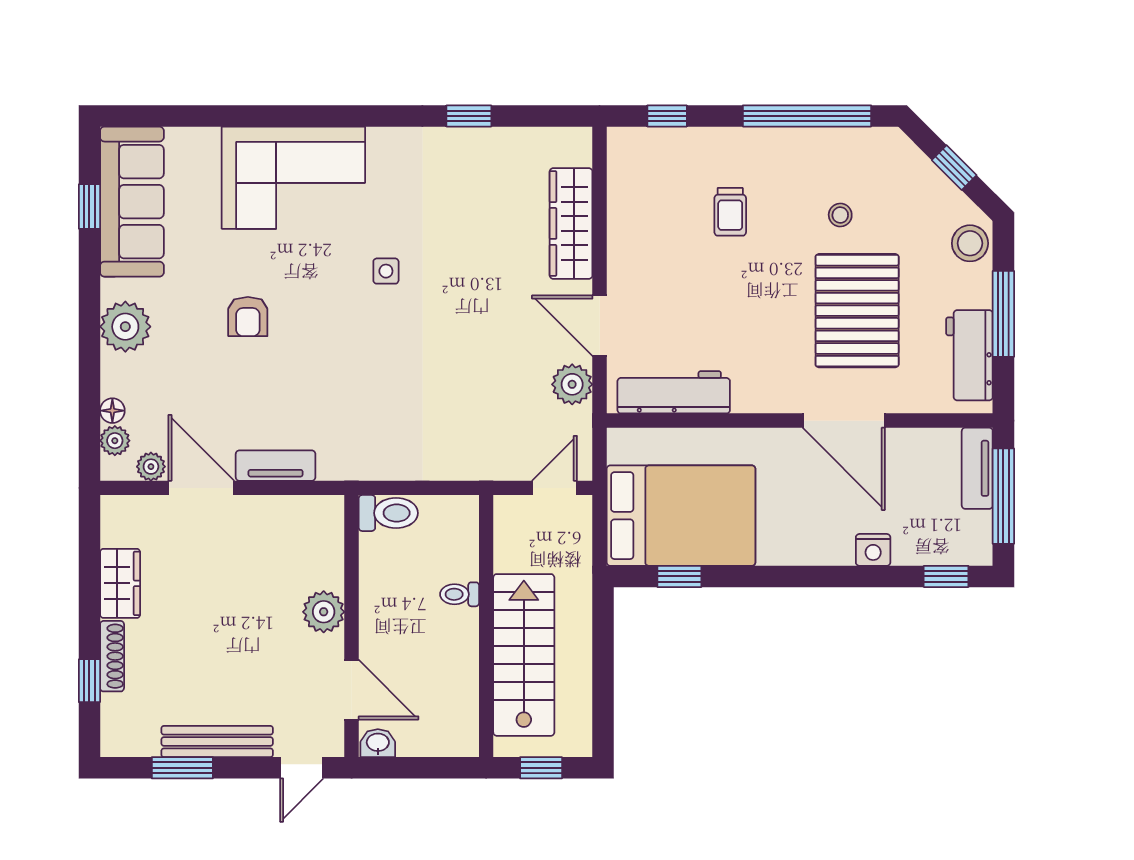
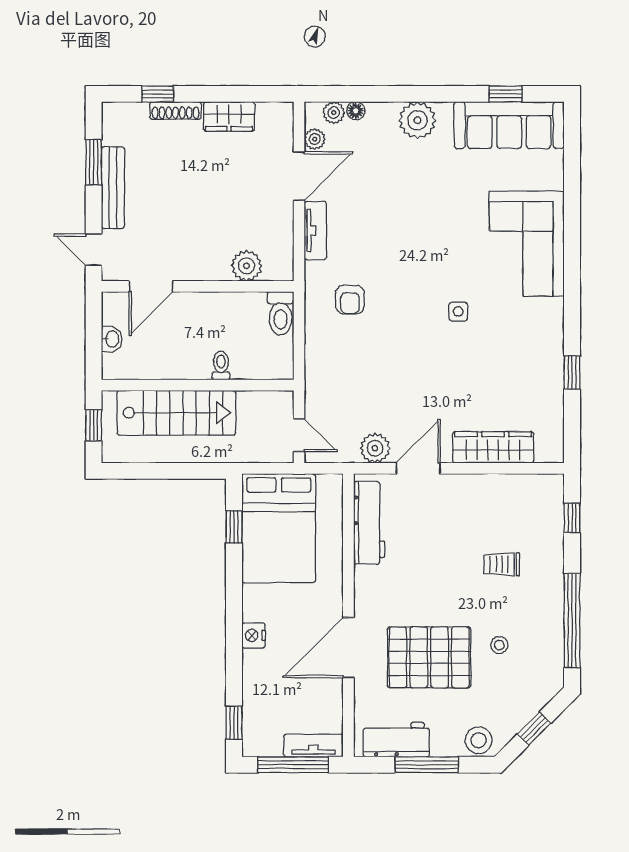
armchair: (248, 317) -> (350, 300), moved, turned -90
nightstand: (873, 550) -> (254, 635), moved
plant: (324, 612) -> (247, 266), moved
washbasin: (378, 743) -> (112, 339), moved

